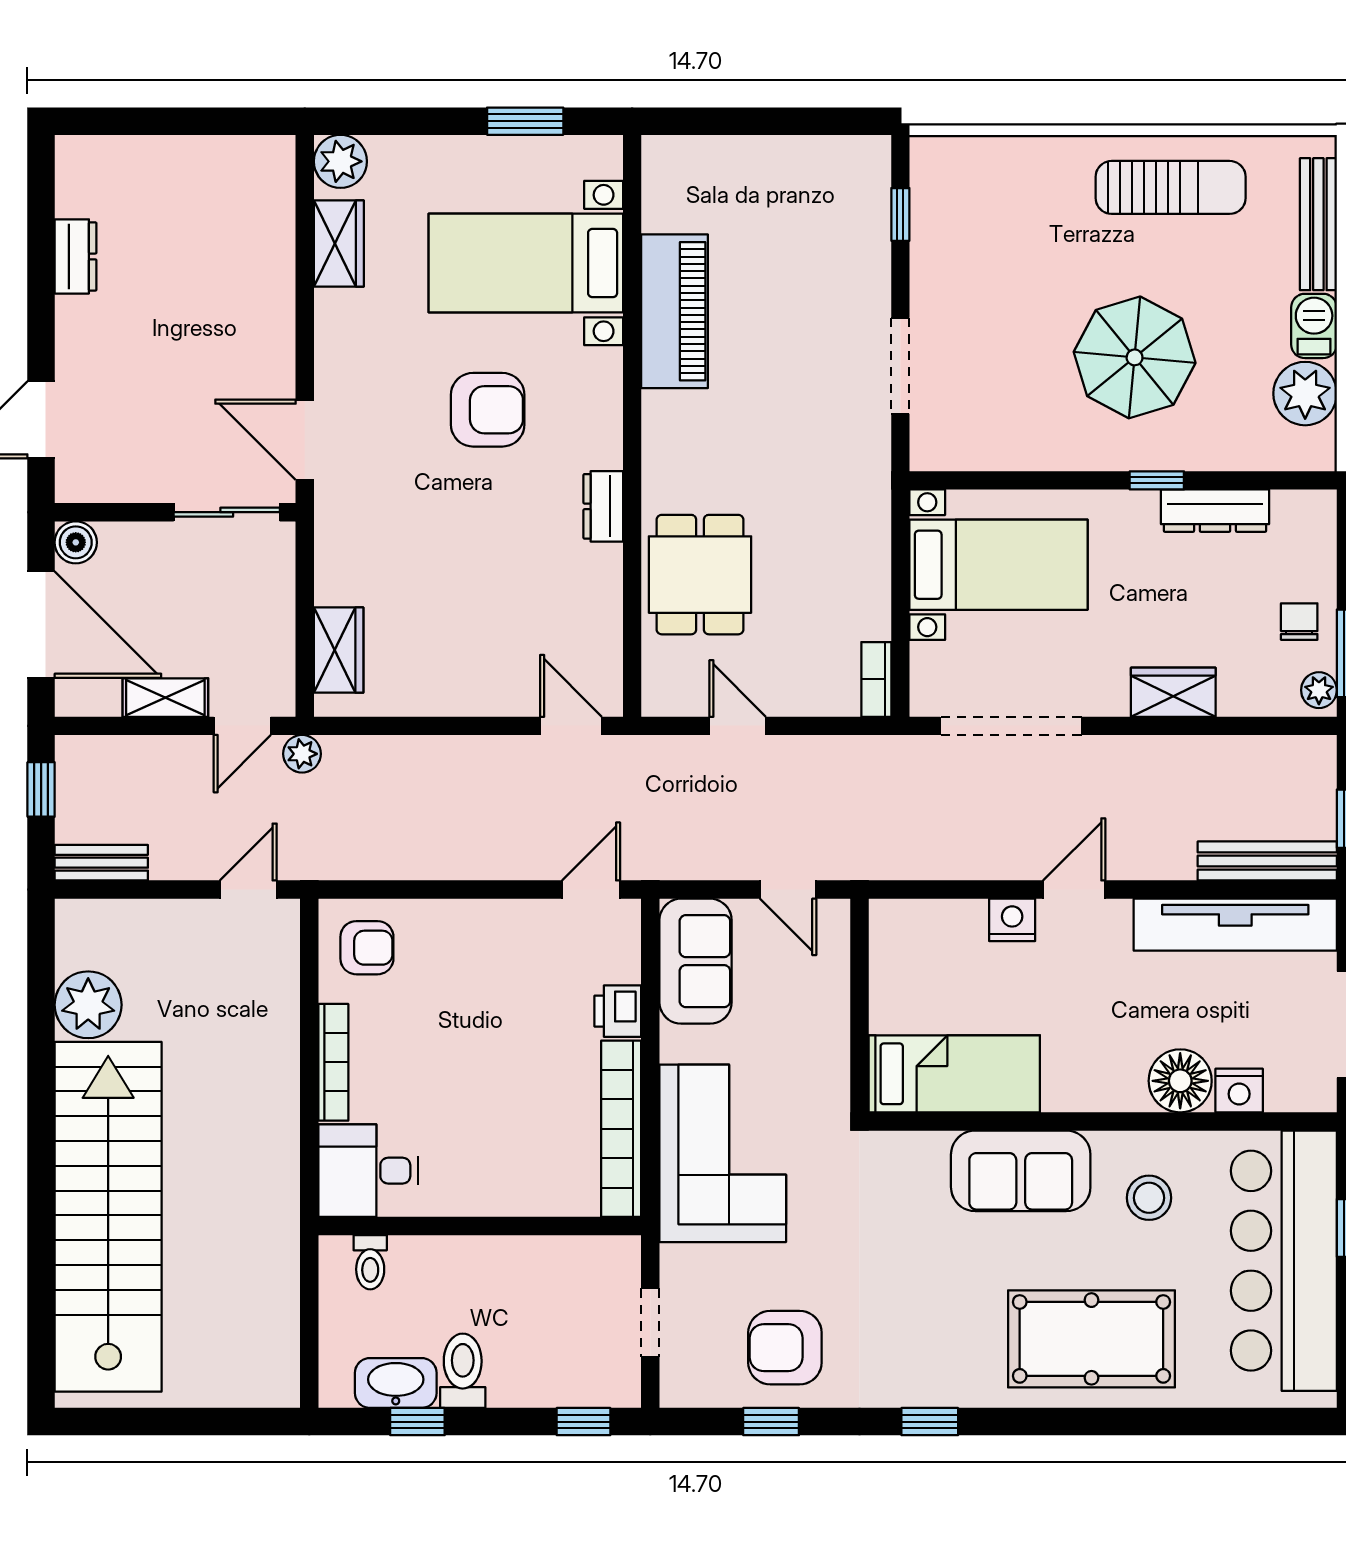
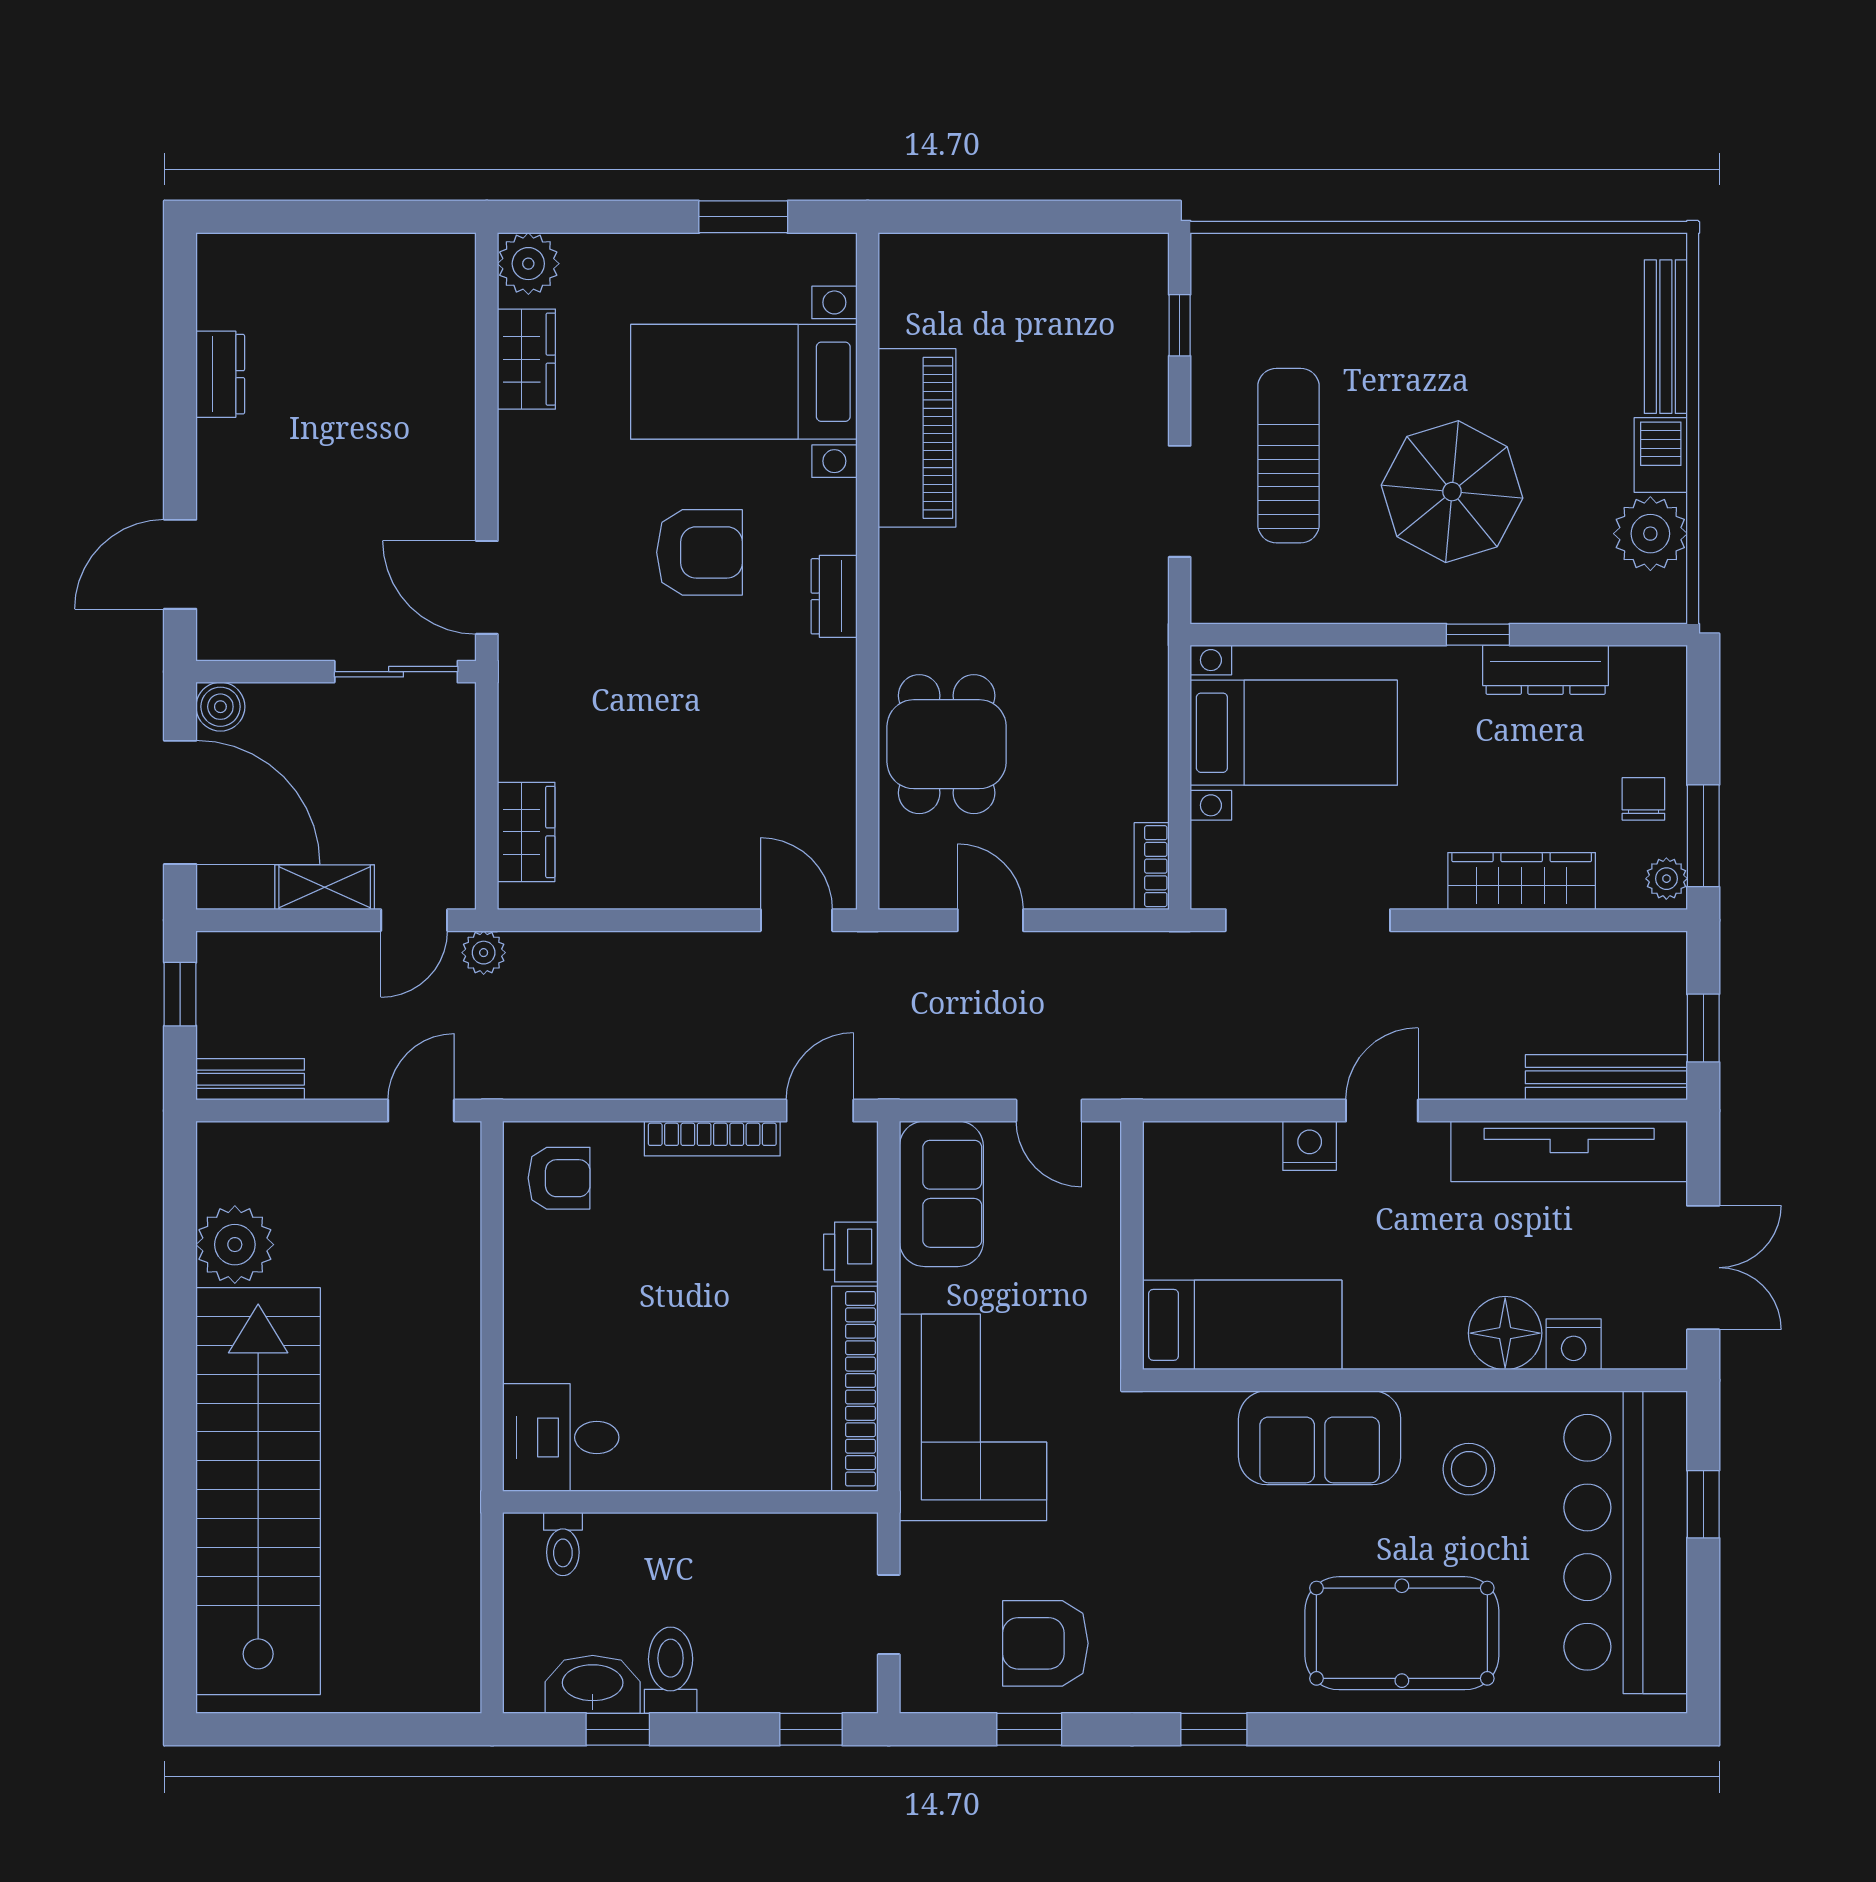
sun lounger: (1171, 187) -> (1289, 456), moved, turned -90
dresser: (603, 506) -> (834, 596), moved
wardrobe: (1173, 692) -> (1522, 881), width x1.50
bookcase: (333, 1062) -> (712, 1139), moved, turned 90

